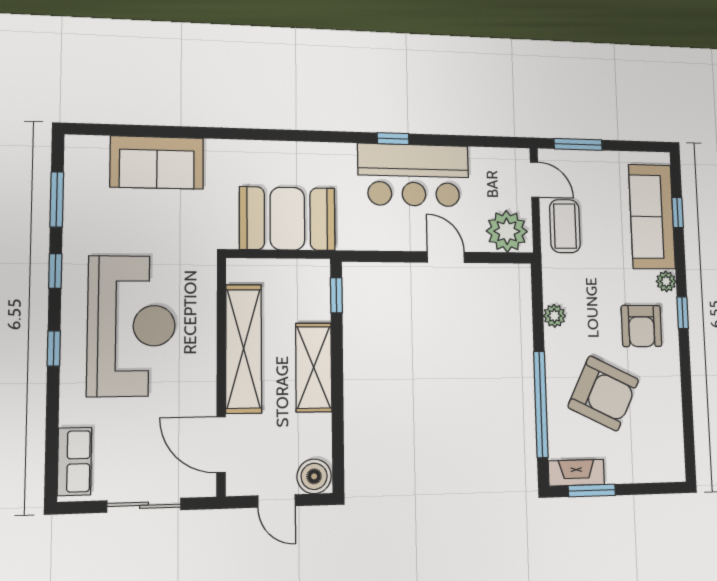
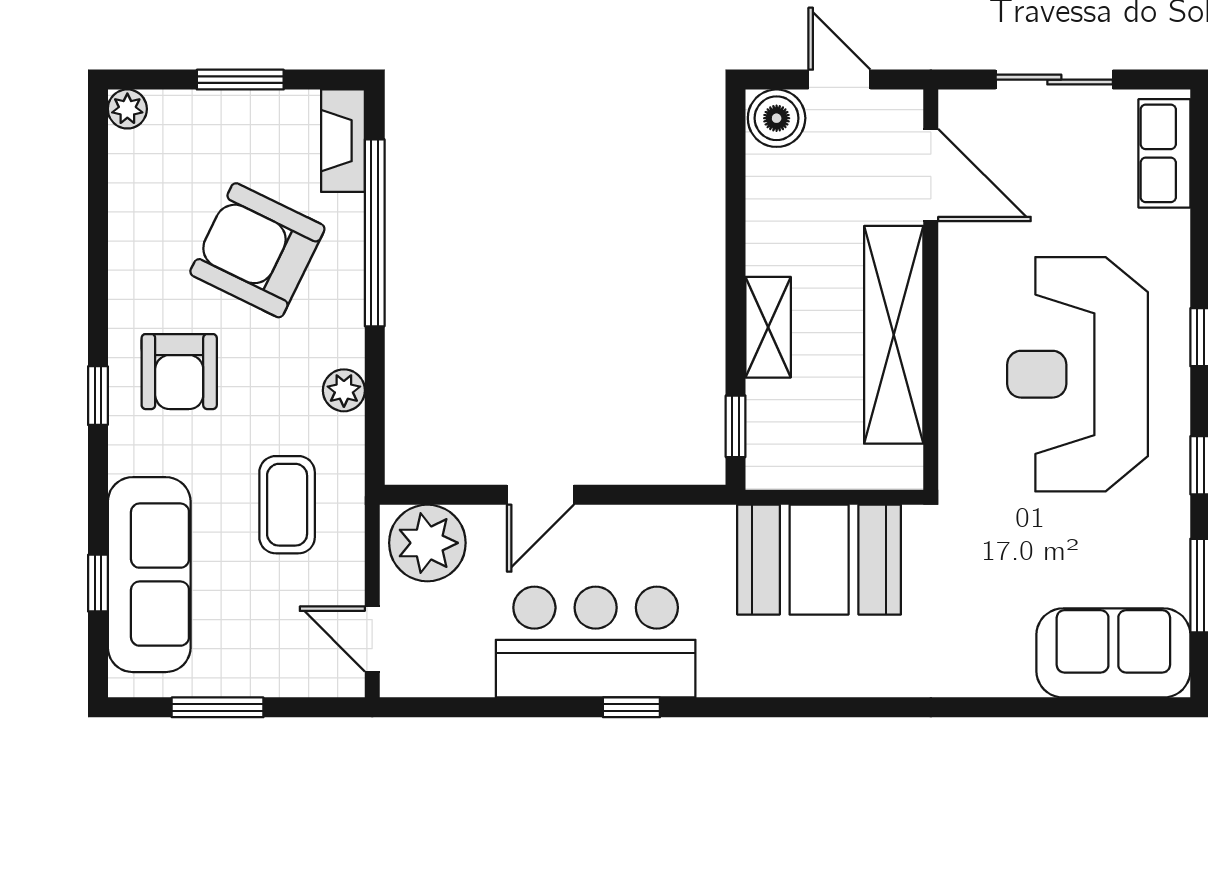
window: (578, 144) -> (218, 707), moved
sofa: (157, 162) -> (1113, 653), moved
coffee table: (565, 226) -> (287, 505), moved
door: (446, 257) -> (540, 495), hinge flipped
plant: (666, 281) -> (127, 109), moved
armchair: (641, 326) -> (179, 372), turned 180
shelving: (314, 367) -> (768, 327), width x0.67, depth x0.75
fireplace: (576, 473) -> (343, 141), moved, turned 90
window: (592, 490) -> (240, 80), moved

